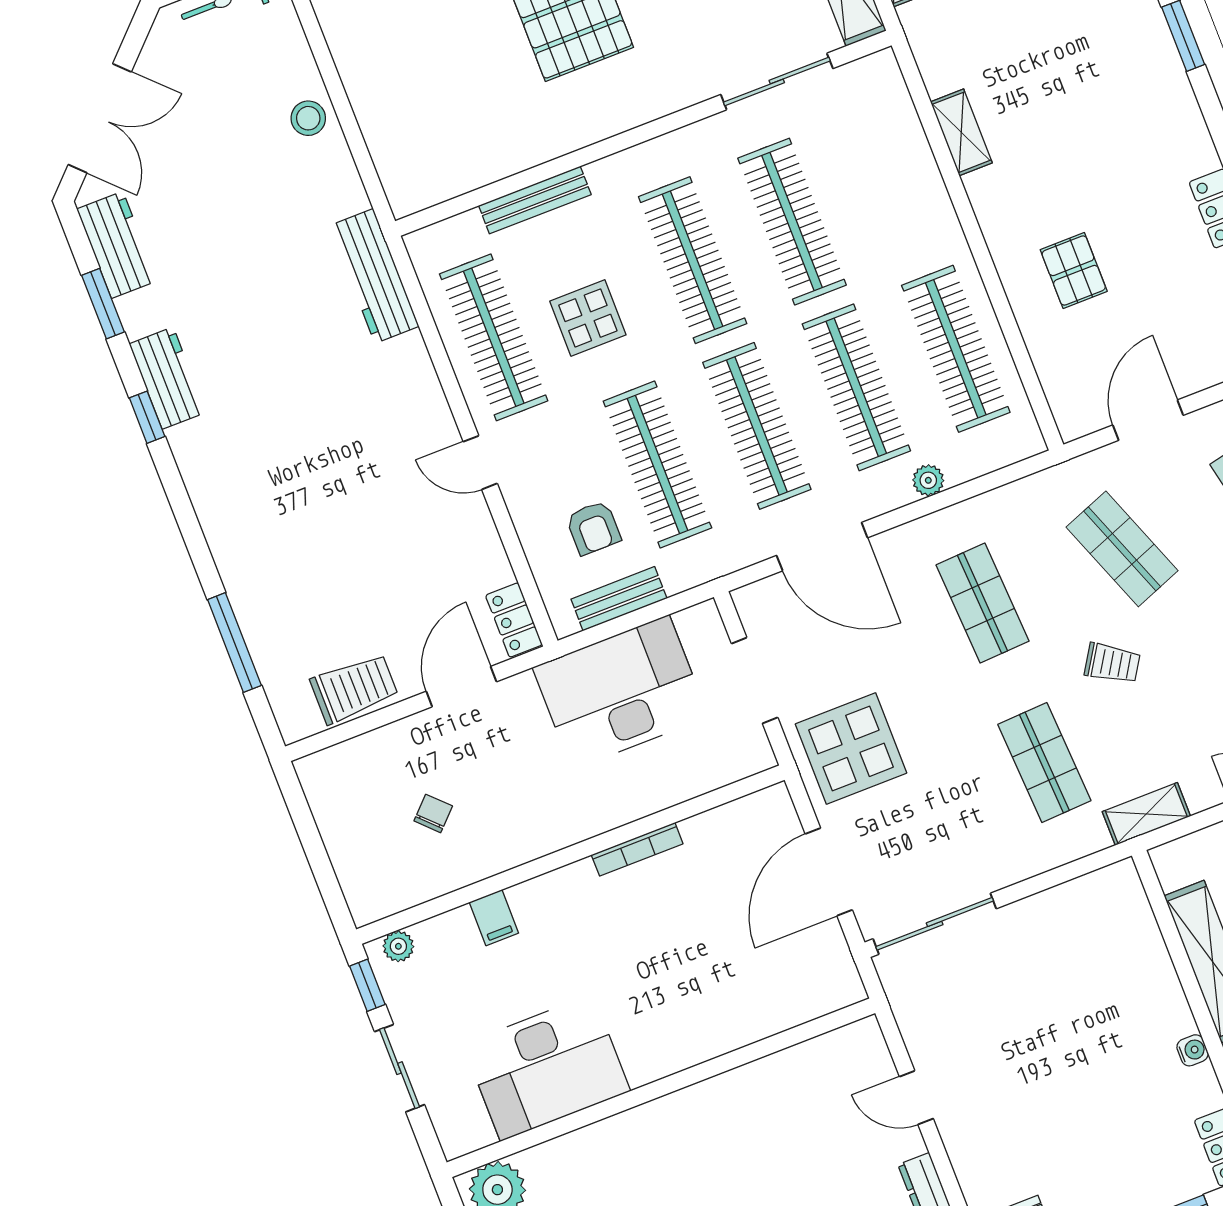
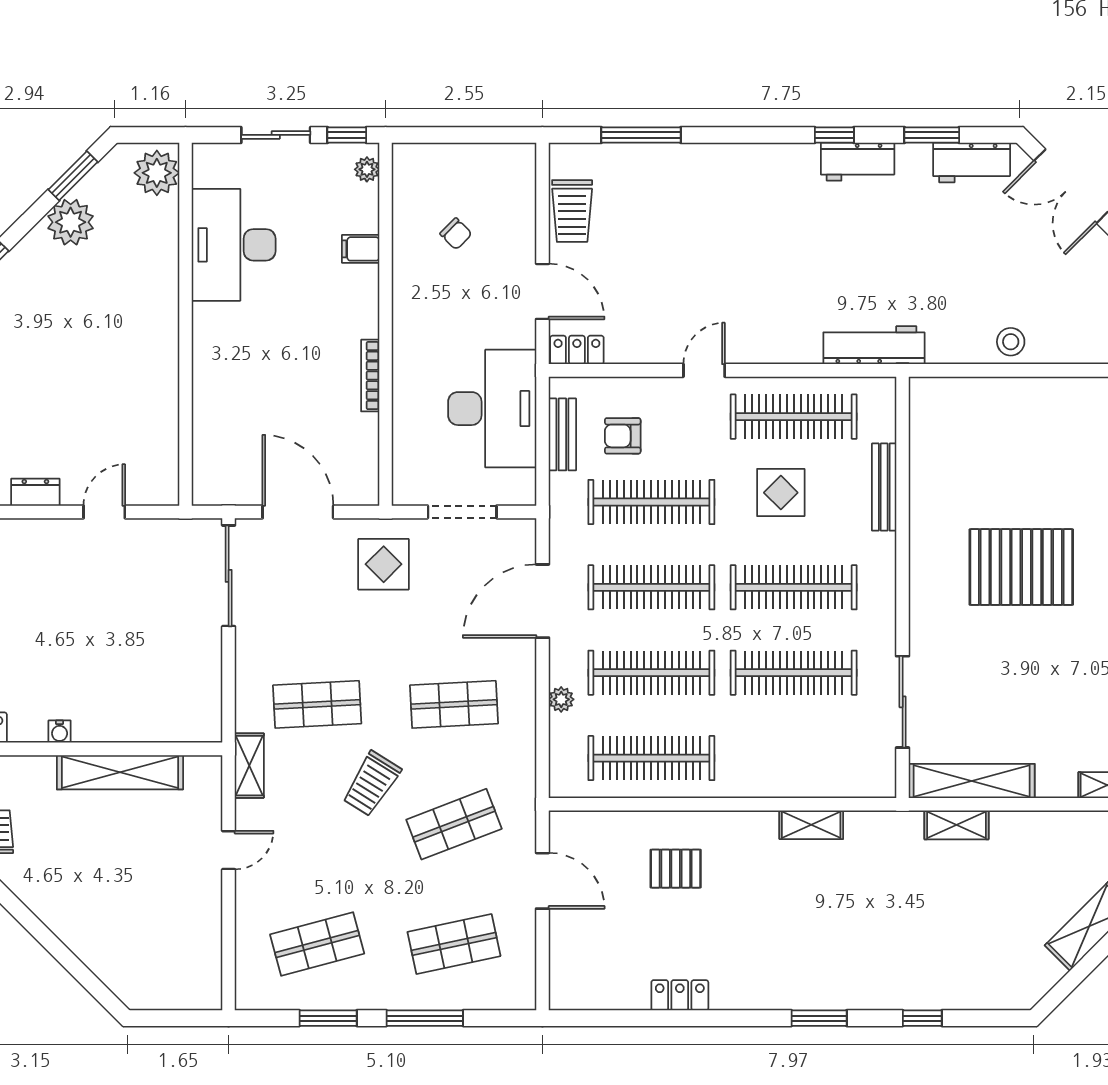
trolley: (1112, 663) -> (372, 784), width x1.36, depth x1.39
display table: (851, 748) -> (384, 564), width x0.73, depth x0.73

